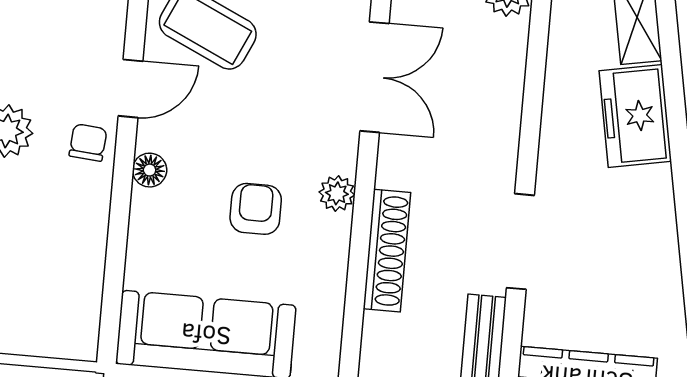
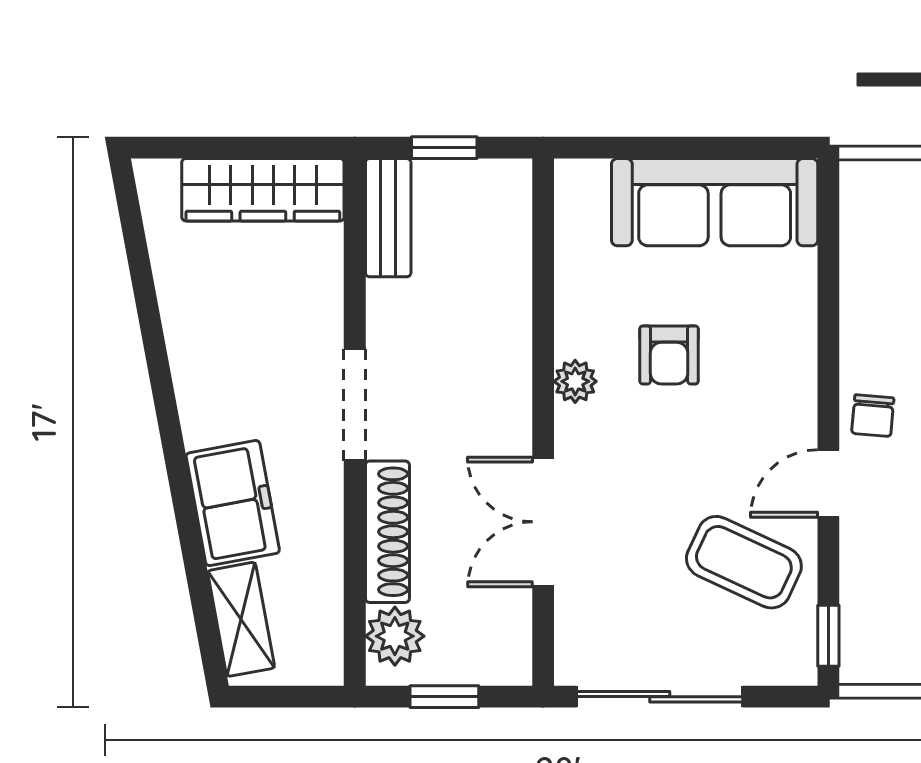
floor lamp: (150, 170) -> (798, 390), removed
doorway: (520, 242) -> (355, 405), moved
shoe rack: (387, 251) -> (387, 532), moved, turned 180

